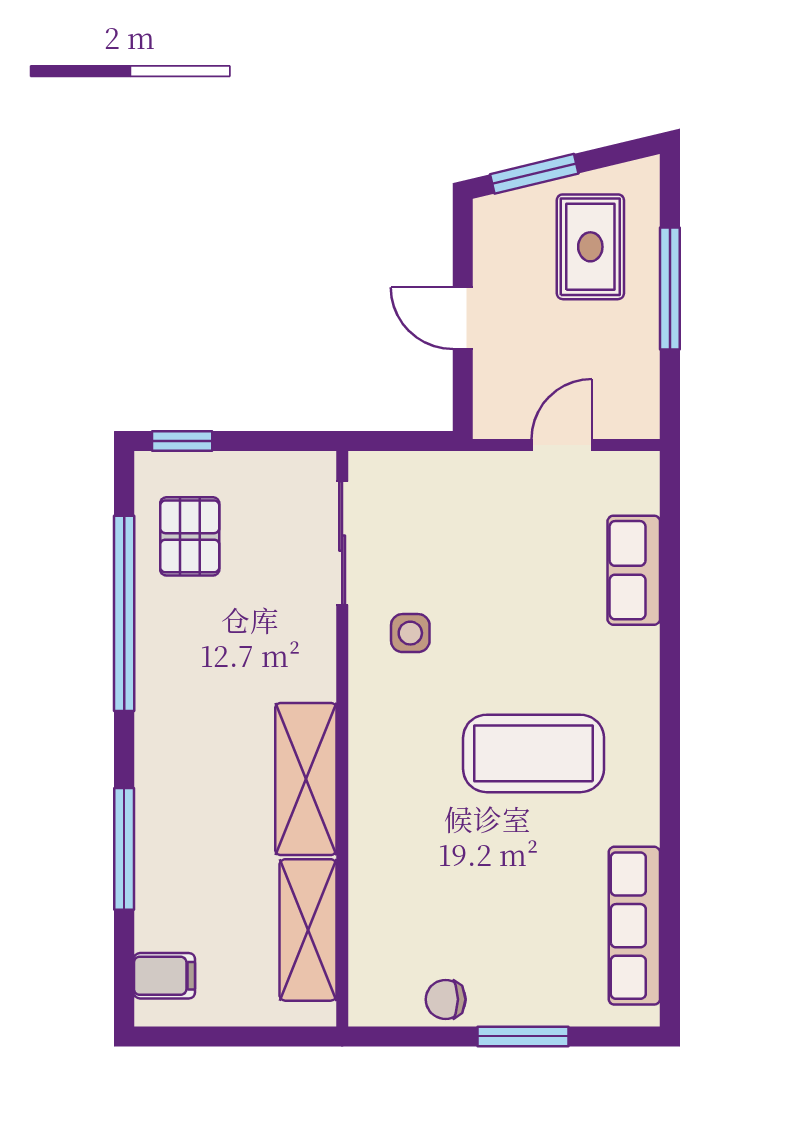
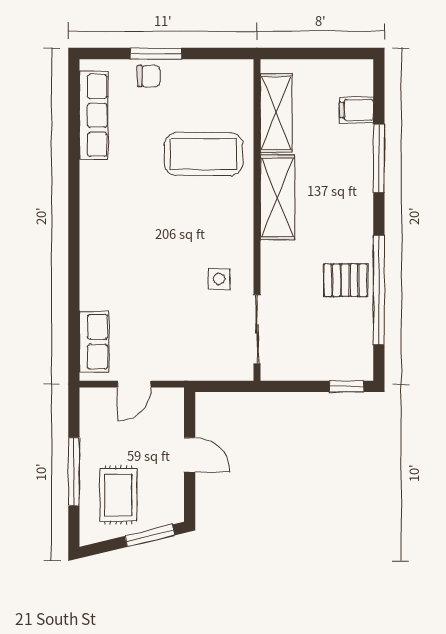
pallet: (190, 536) -> (345, 280), moved, turned 90
row of seats: (634, 570) -> (94, 342), moved
coffee table: (534, 753) -> (204, 154), moved
filing cabinet: (164, 976) -> (356, 110), moved
chair: (446, 999) -> (149, 76), moved

